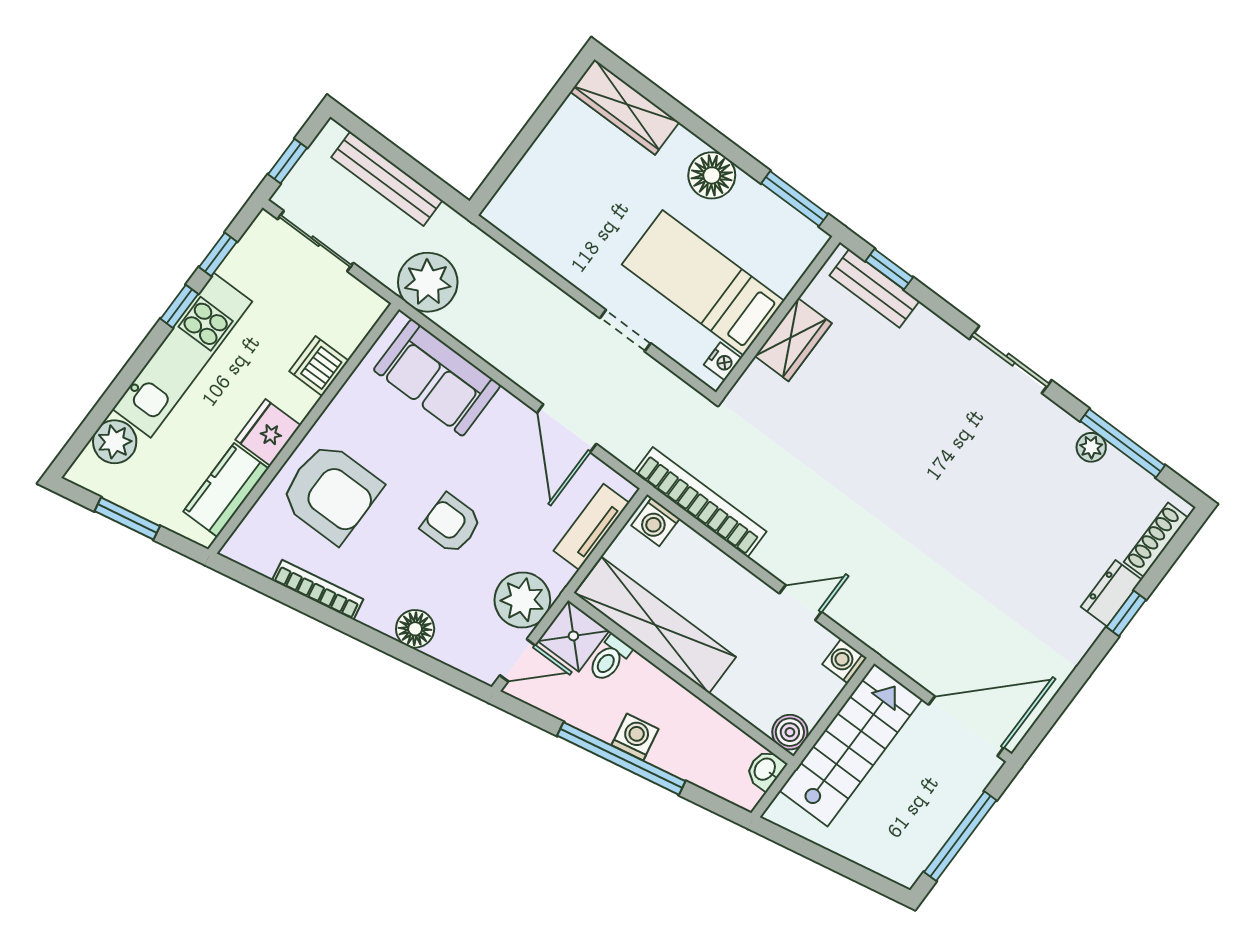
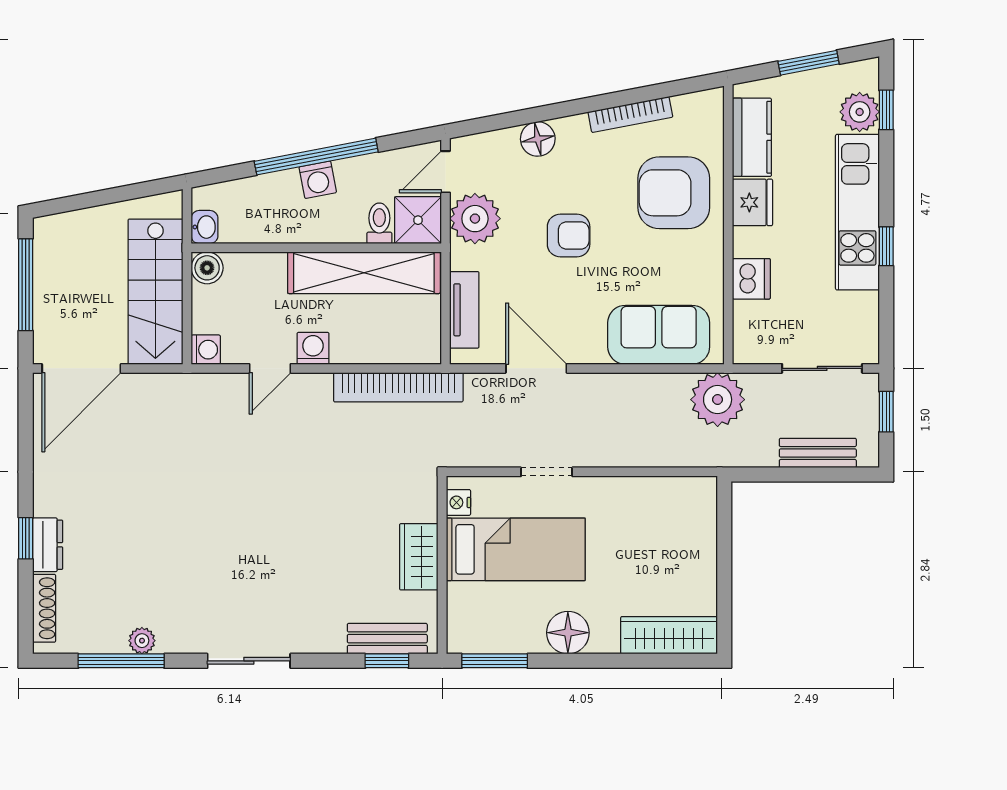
bench: (387, 179) -> (818, 453), width x0.73
window: (218, 254) -> (886, 110), moved
washing machine: (655, 522) -> (313, 348), moved

